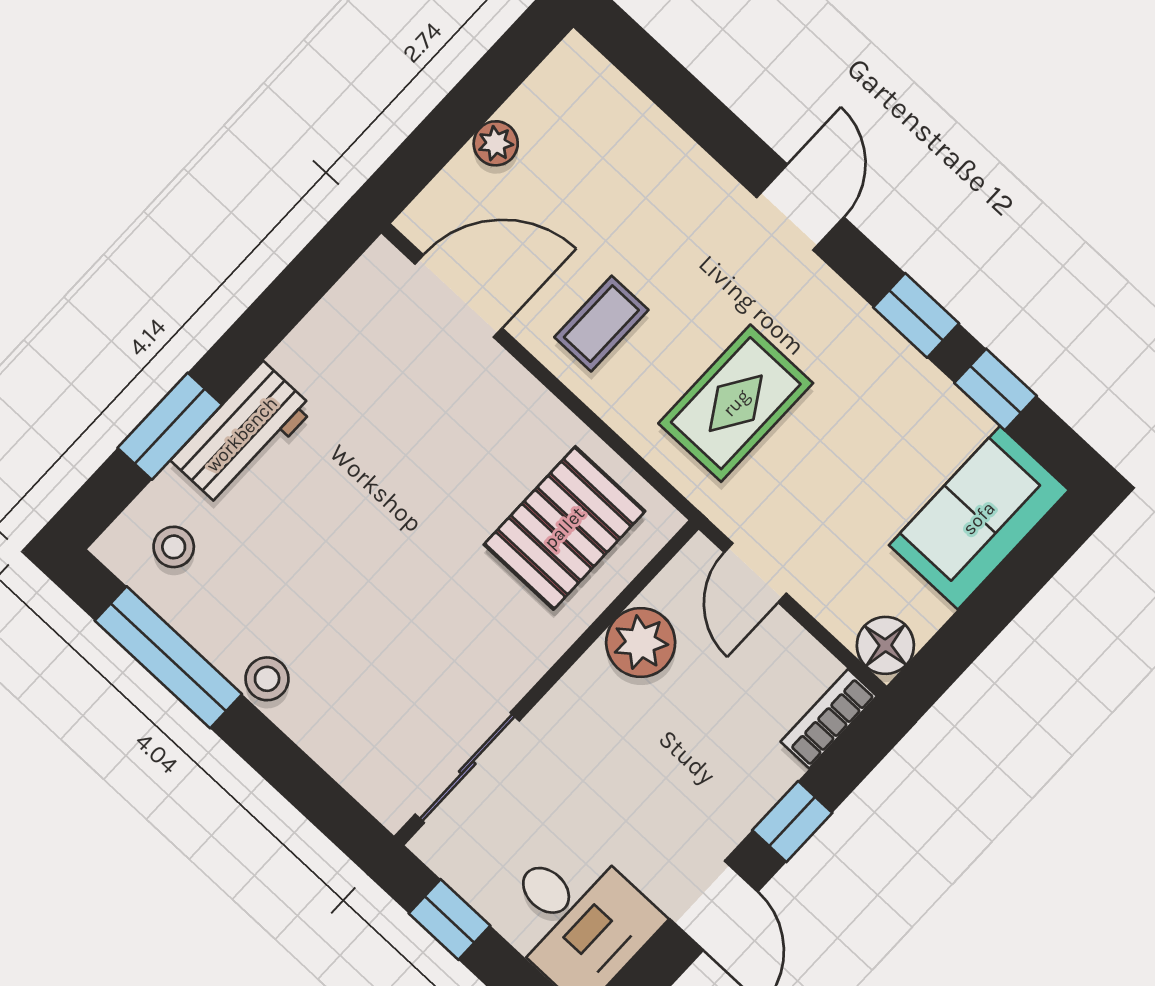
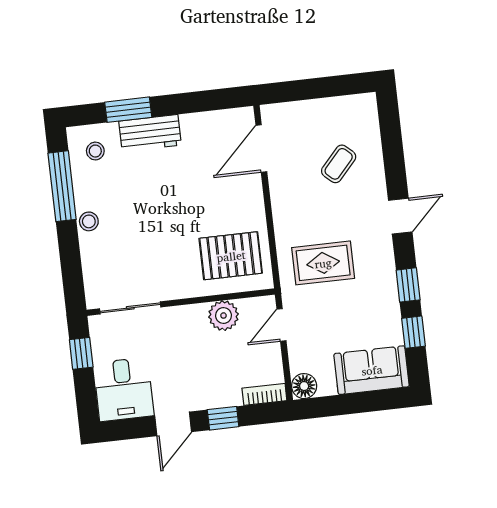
plant: (496, 143) -> (317, 108), removed
door: (459, 296) -> (261, 148), swing flipped
coffee table: (601, 324) -> (339, 164), moved, turned -48

